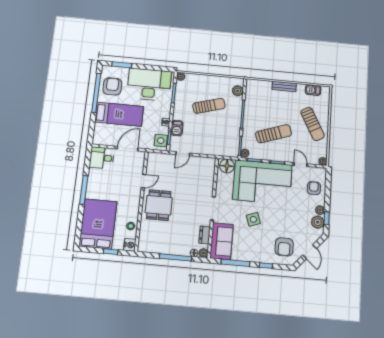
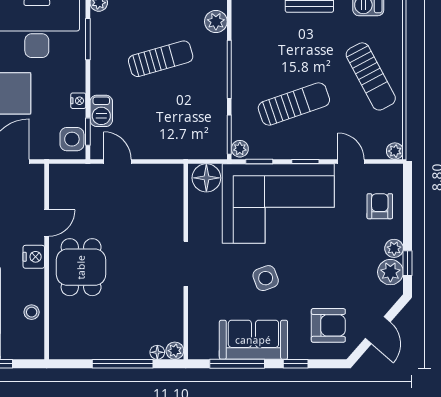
door: (183, 154) -> (117, 162), swing flipped
dresser: (205, 235) -> (174, 316), removed
sofa: (222, 241) -> (253, 340), moved, turned -90
nightstand: (130, 245) -> (34, 257), moved
armchair: (284, 247) -> (328, 325), turned -90

